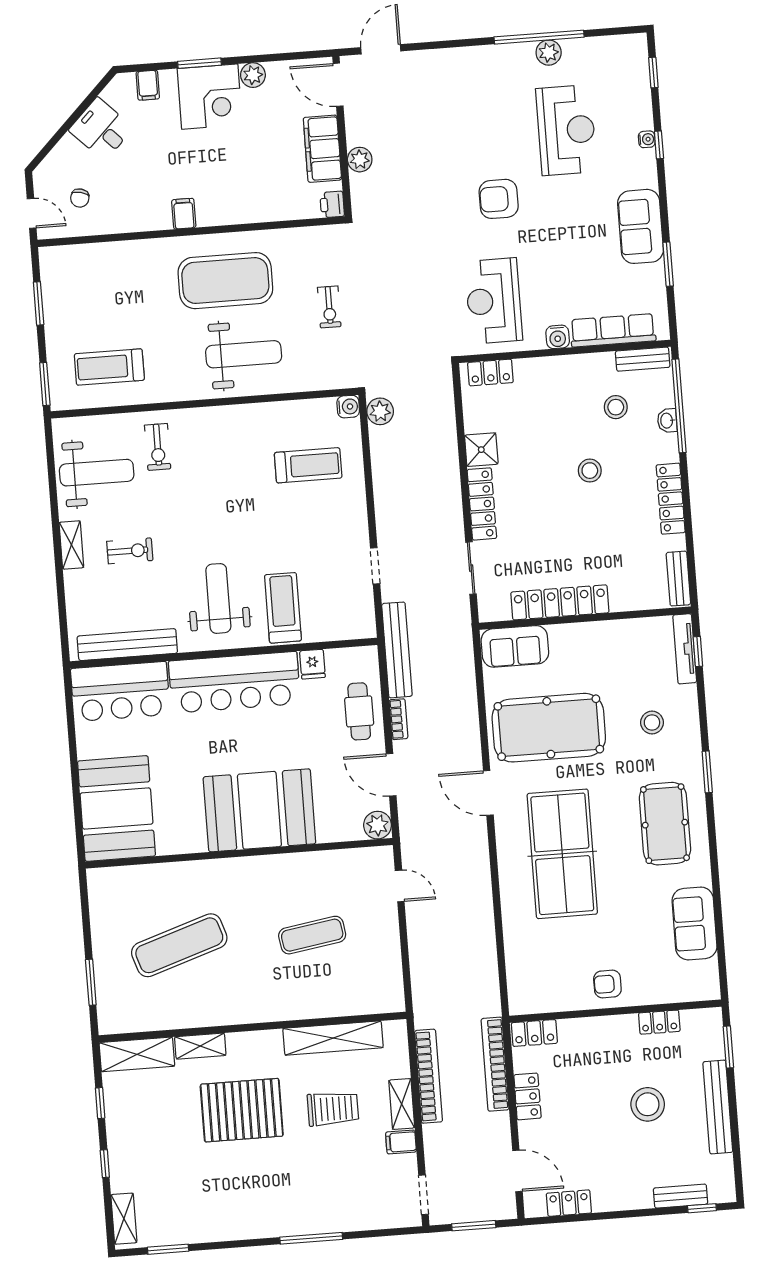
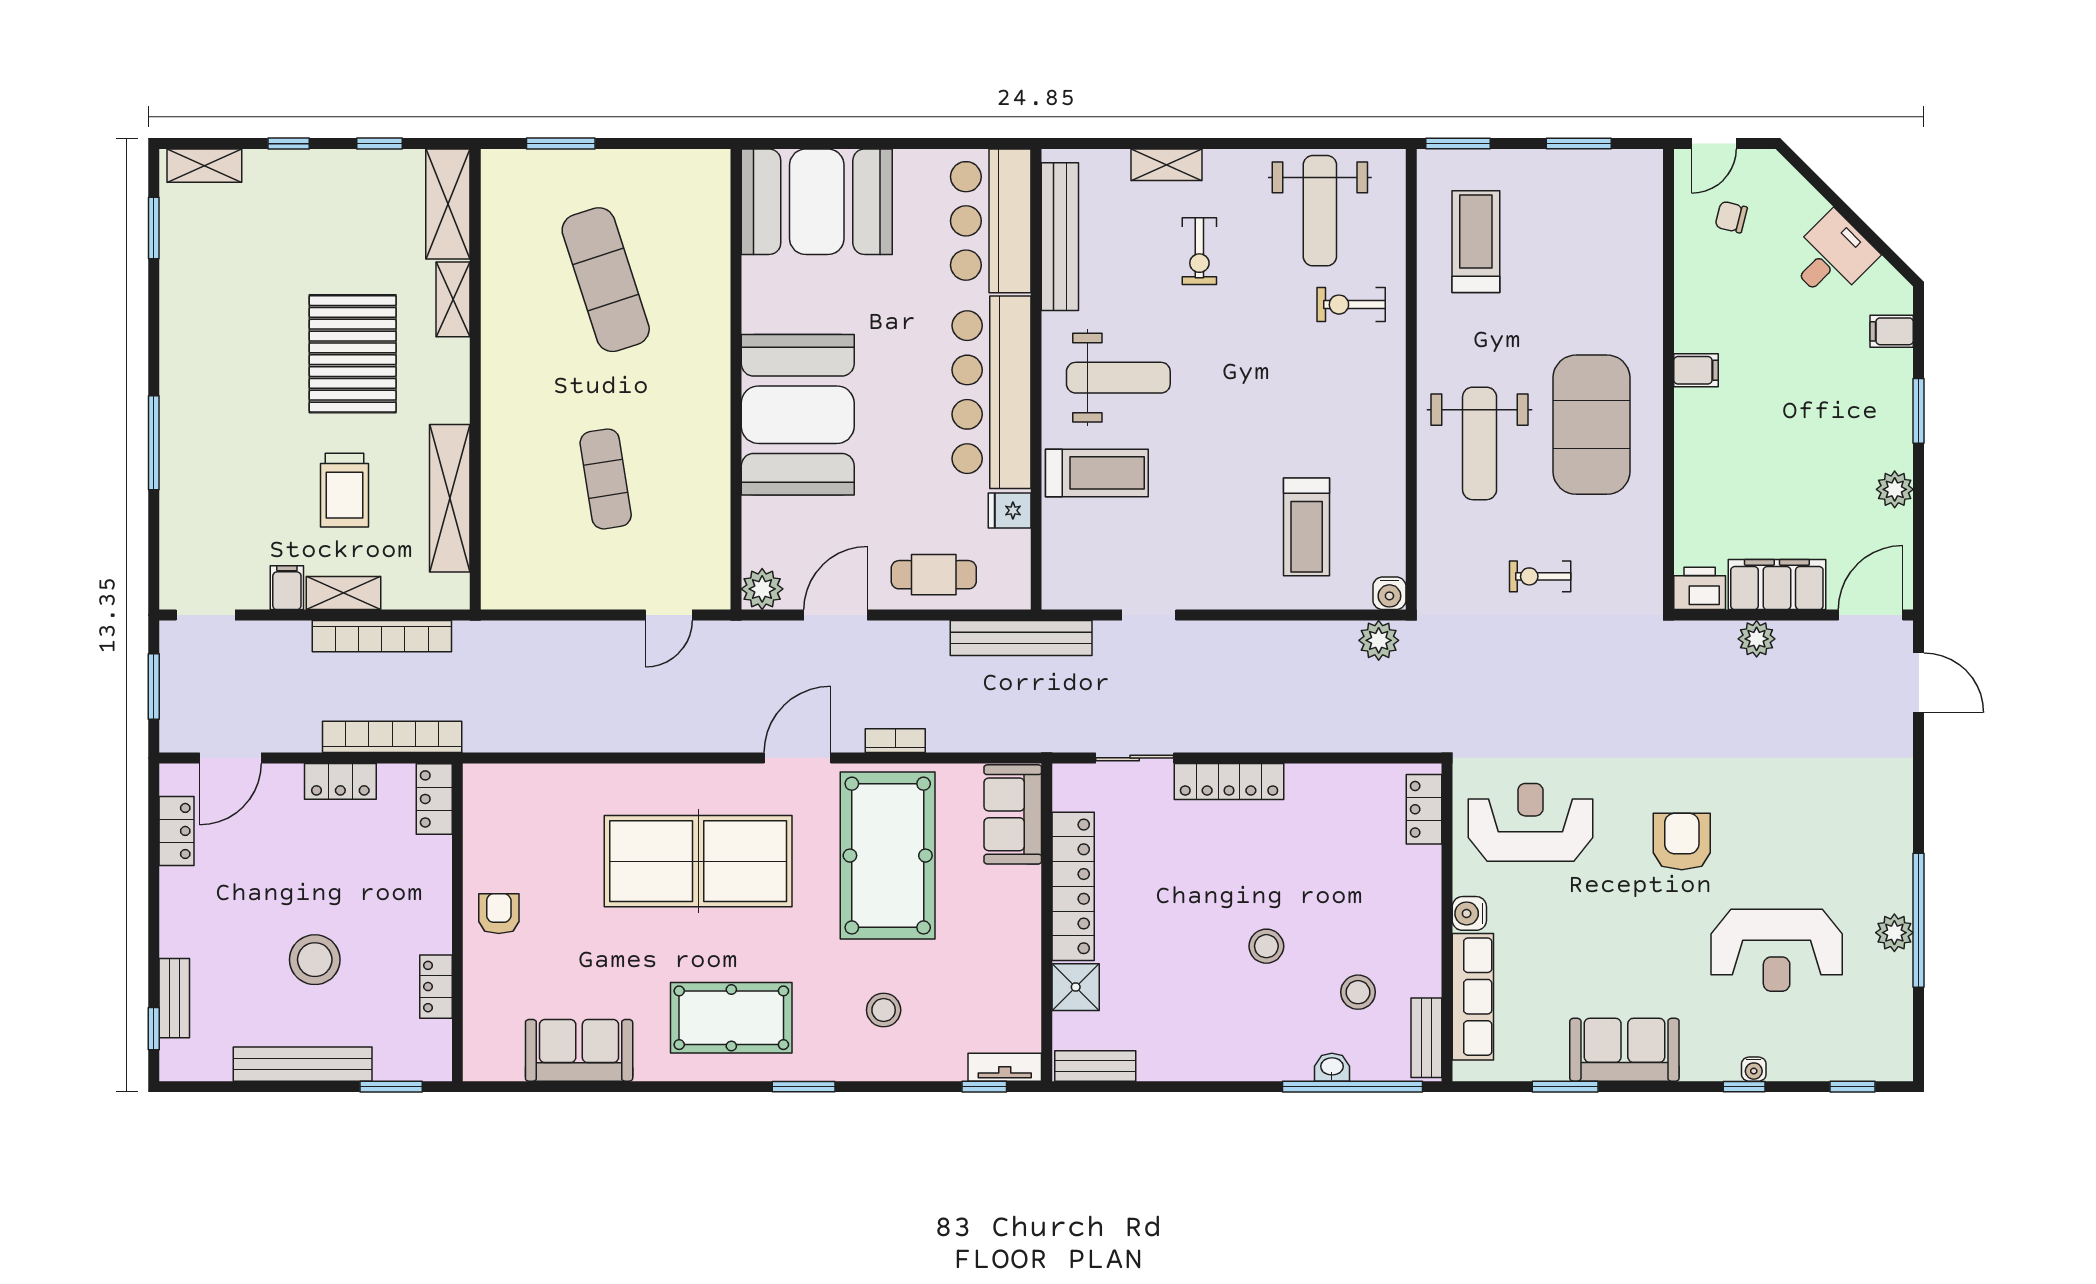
corner desk: (210, 97) -> (1868, 422), removed
printer: (332, 204) -> (1700, 588), width x1.36, depth x1.24
shower: (481, 450) -> (1076, 987), moved
locker: (671, 499) -> (1215, 1063), removed
shelving: (71, 545) -> (1167, 165), moved
tv unit: (685, 649) -> (1005, 1067), width x0.71
bookcase: (398, 719) -> (895, 741), moved, turned 180

